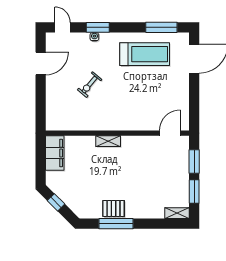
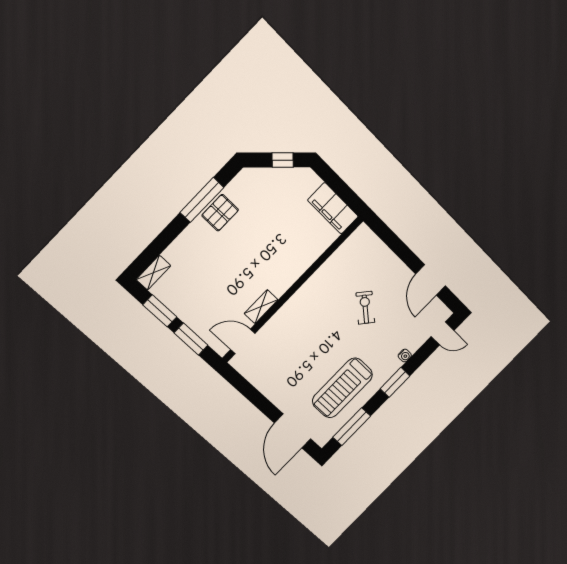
window: (98, 27) -> (395, 382), moved
door: (170, 133) -> (243, 341), swing flipped
shelving: (108, 141) -> (261, 307), moved

